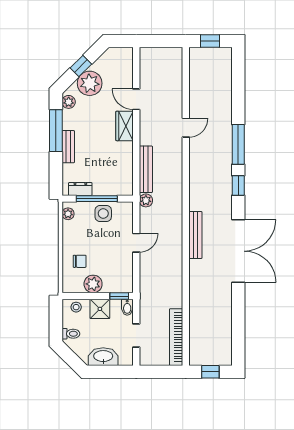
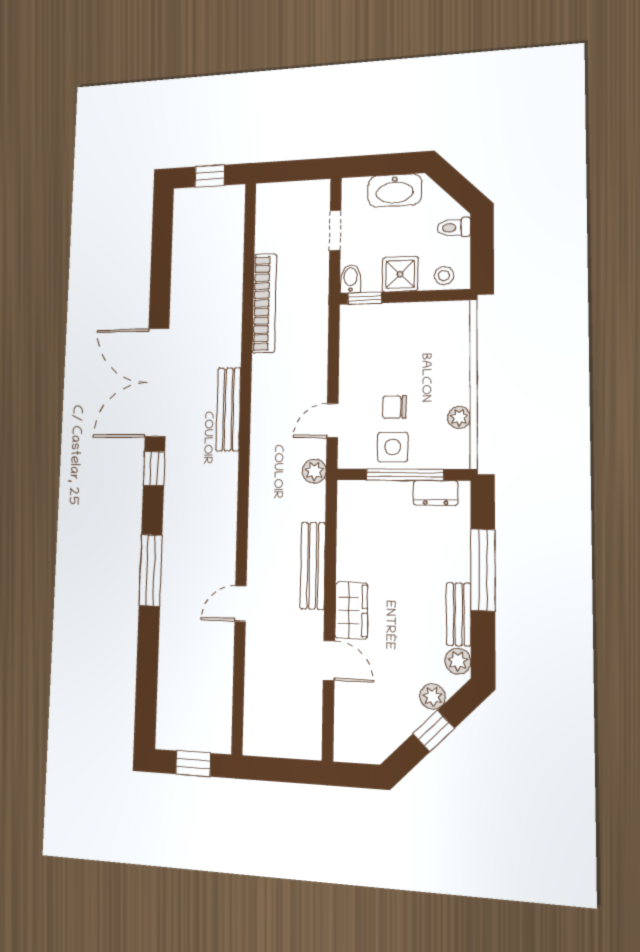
plant: (90, 83) -> (433, 697), width x0.53, depth x0.53
window: (56, 131) -> (483, 570), moved
bench: (68, 147) -> (459, 614), moved
bench: (146, 169) -> (313, 566), moved
window: (238, 185) -> (154, 468), moved
plant: (68, 214) -> (459, 417), moved
door: (136, 243) -> (332, 420), moved
chair: (80, 261) -> (394, 407), moved
plant: (93, 284) -> (412, 318), removed
bookcase: (176, 337) -> (264, 303), moved

